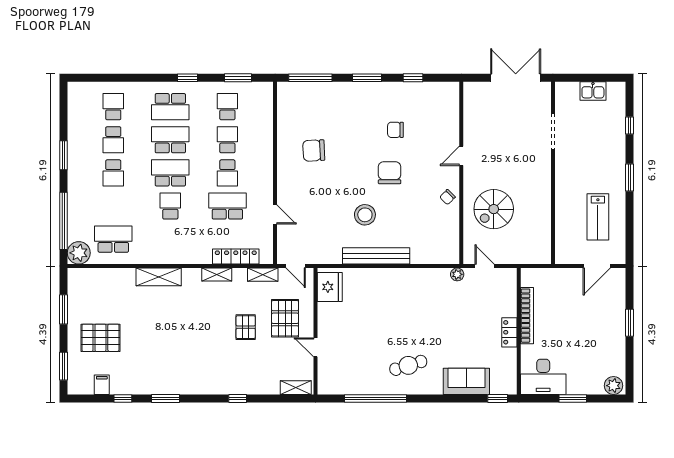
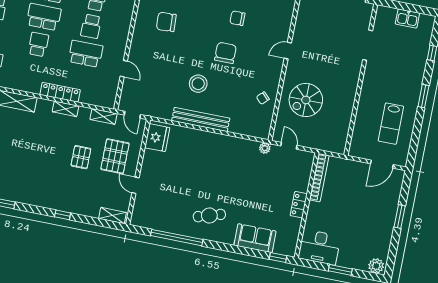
chair: (447, 197) -> (263, 98), moved
locker: (236, 257) -> (60, 92), moved
bookcase: (527, 316) -> (319, 178), moved

